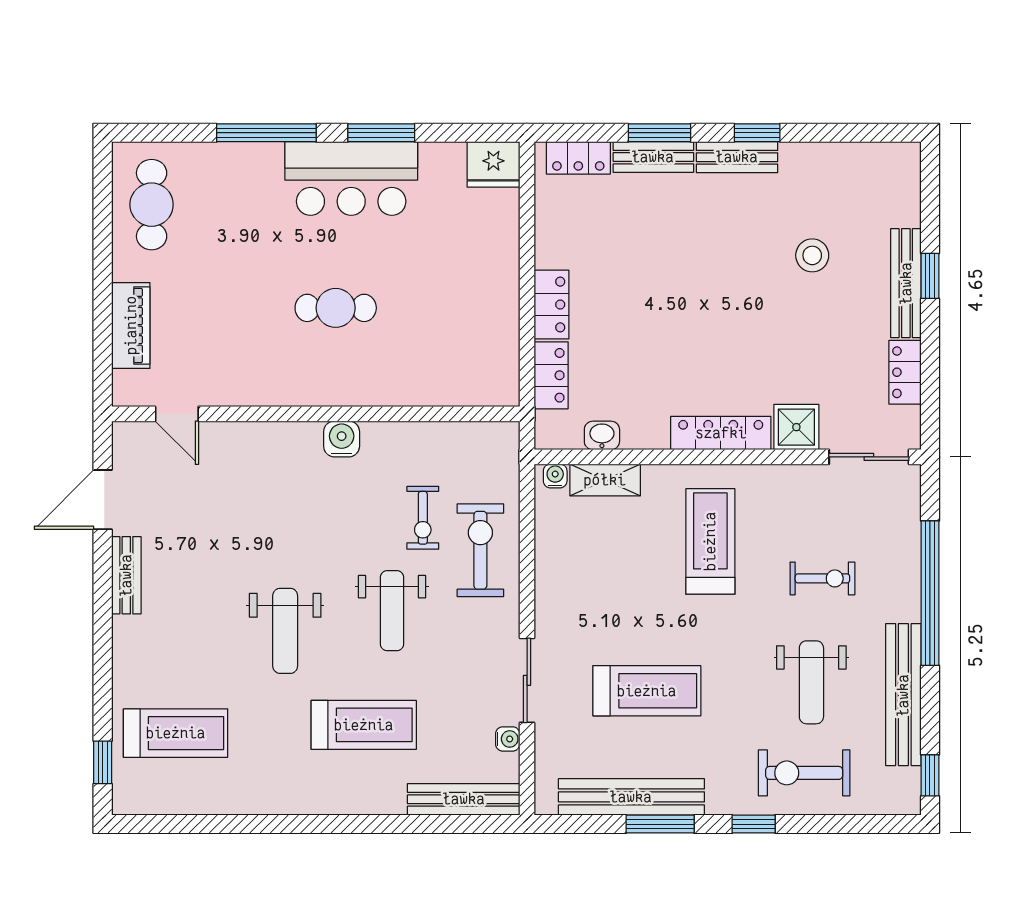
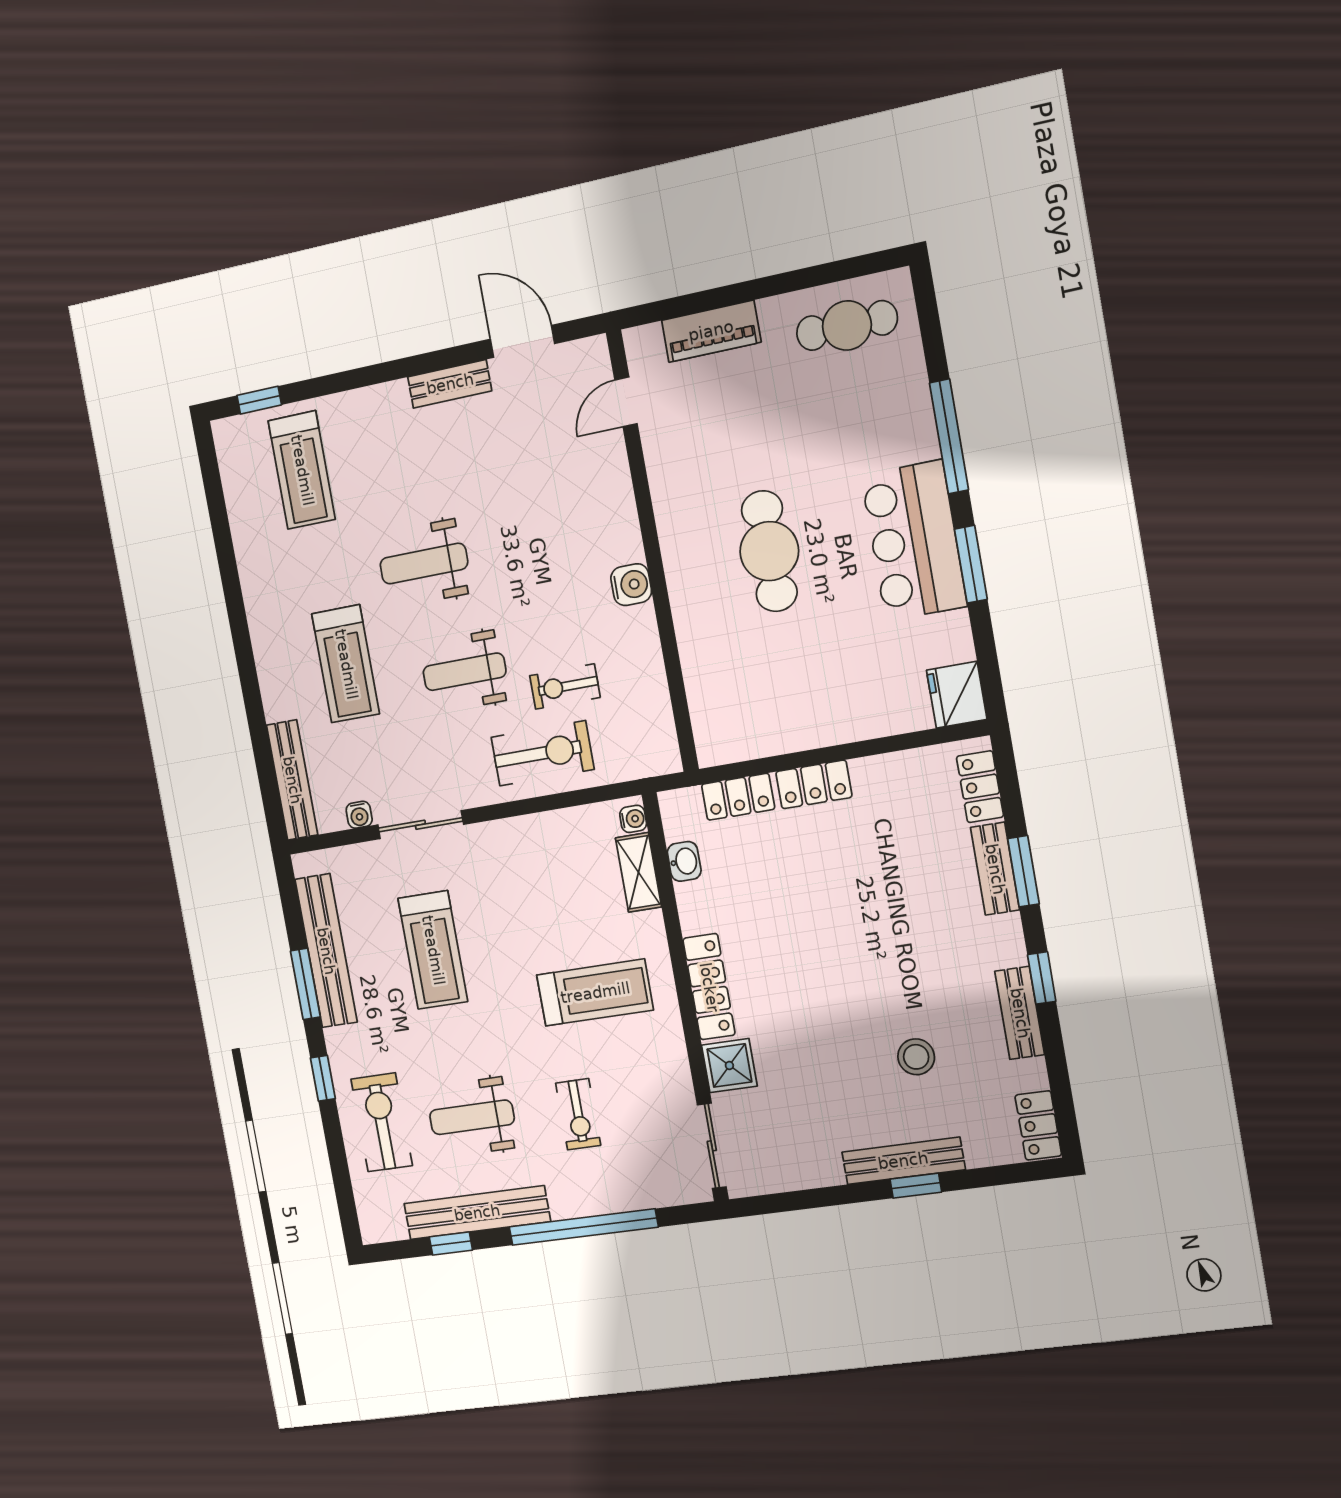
bench: (737, 157) -> (1020, 1013), moved
cafe table: (336, 308) -> (769, 551), width x1.37, depth x1.35
locker: (905, 372) -> (1038, 1125), moved, turned -90
window: (930, 775) -> (451, 1243), moved

